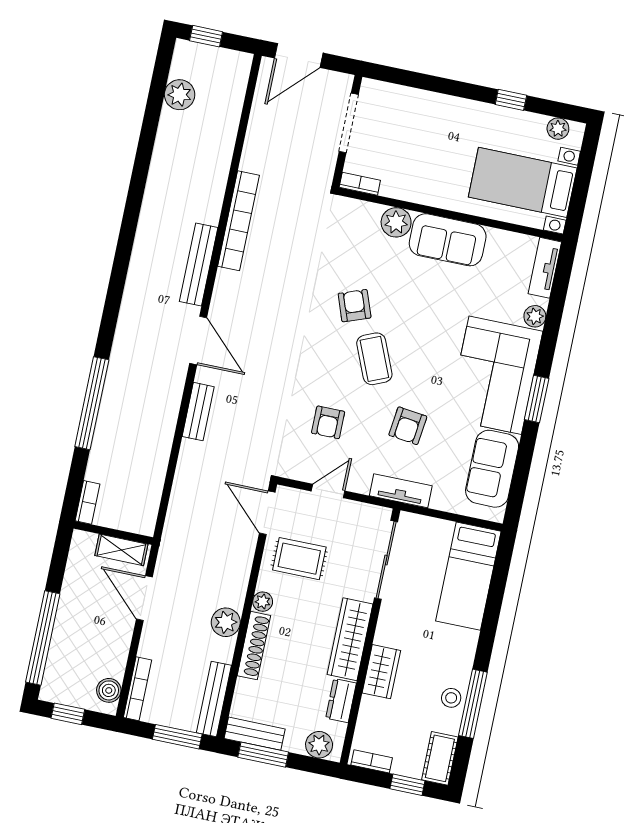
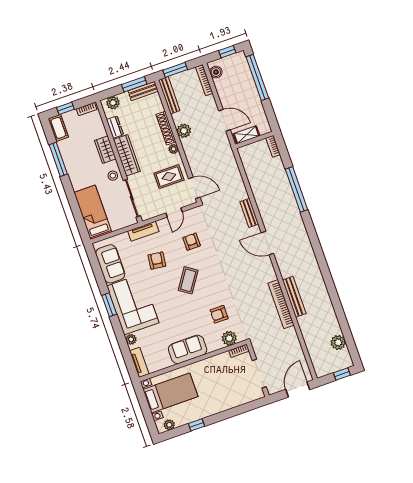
plant: (396, 222) -> (229, 338), moved
bench: (199, 265) -> (294, 297), moved
armchair: (355, 306) -> (219, 314), moved, turned 110
coffee table: (374, 359) -> (188, 280), turned 57
stool: (451, 698) -> (113, 176), moved

